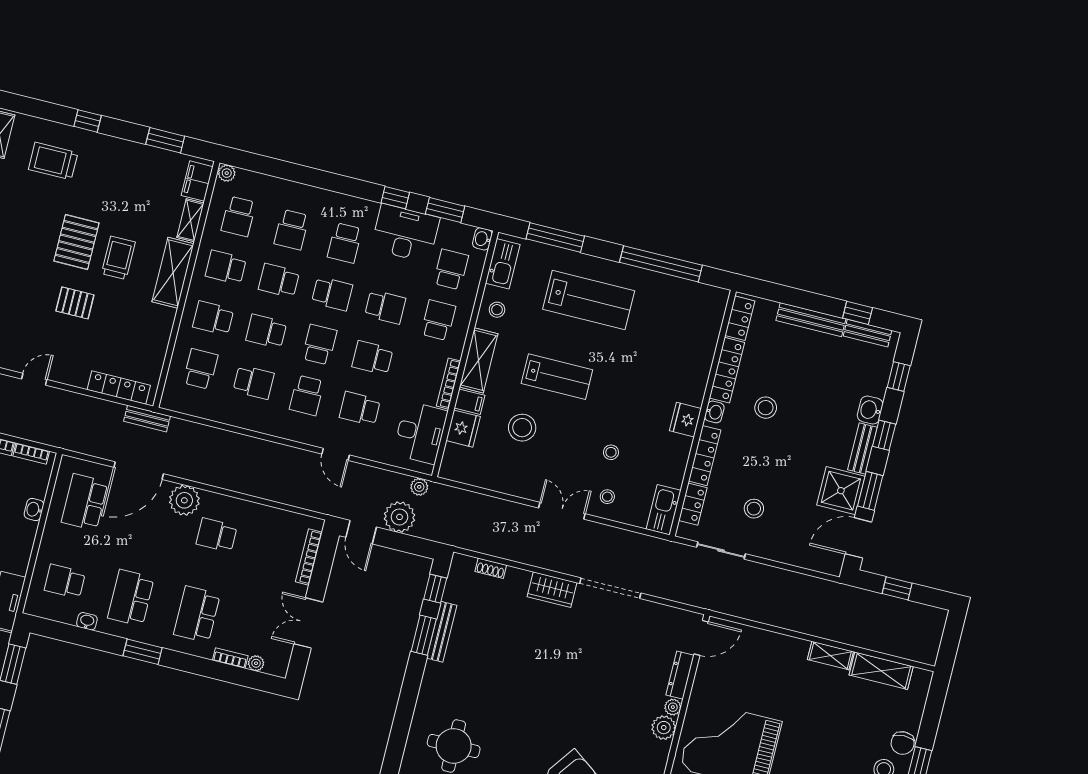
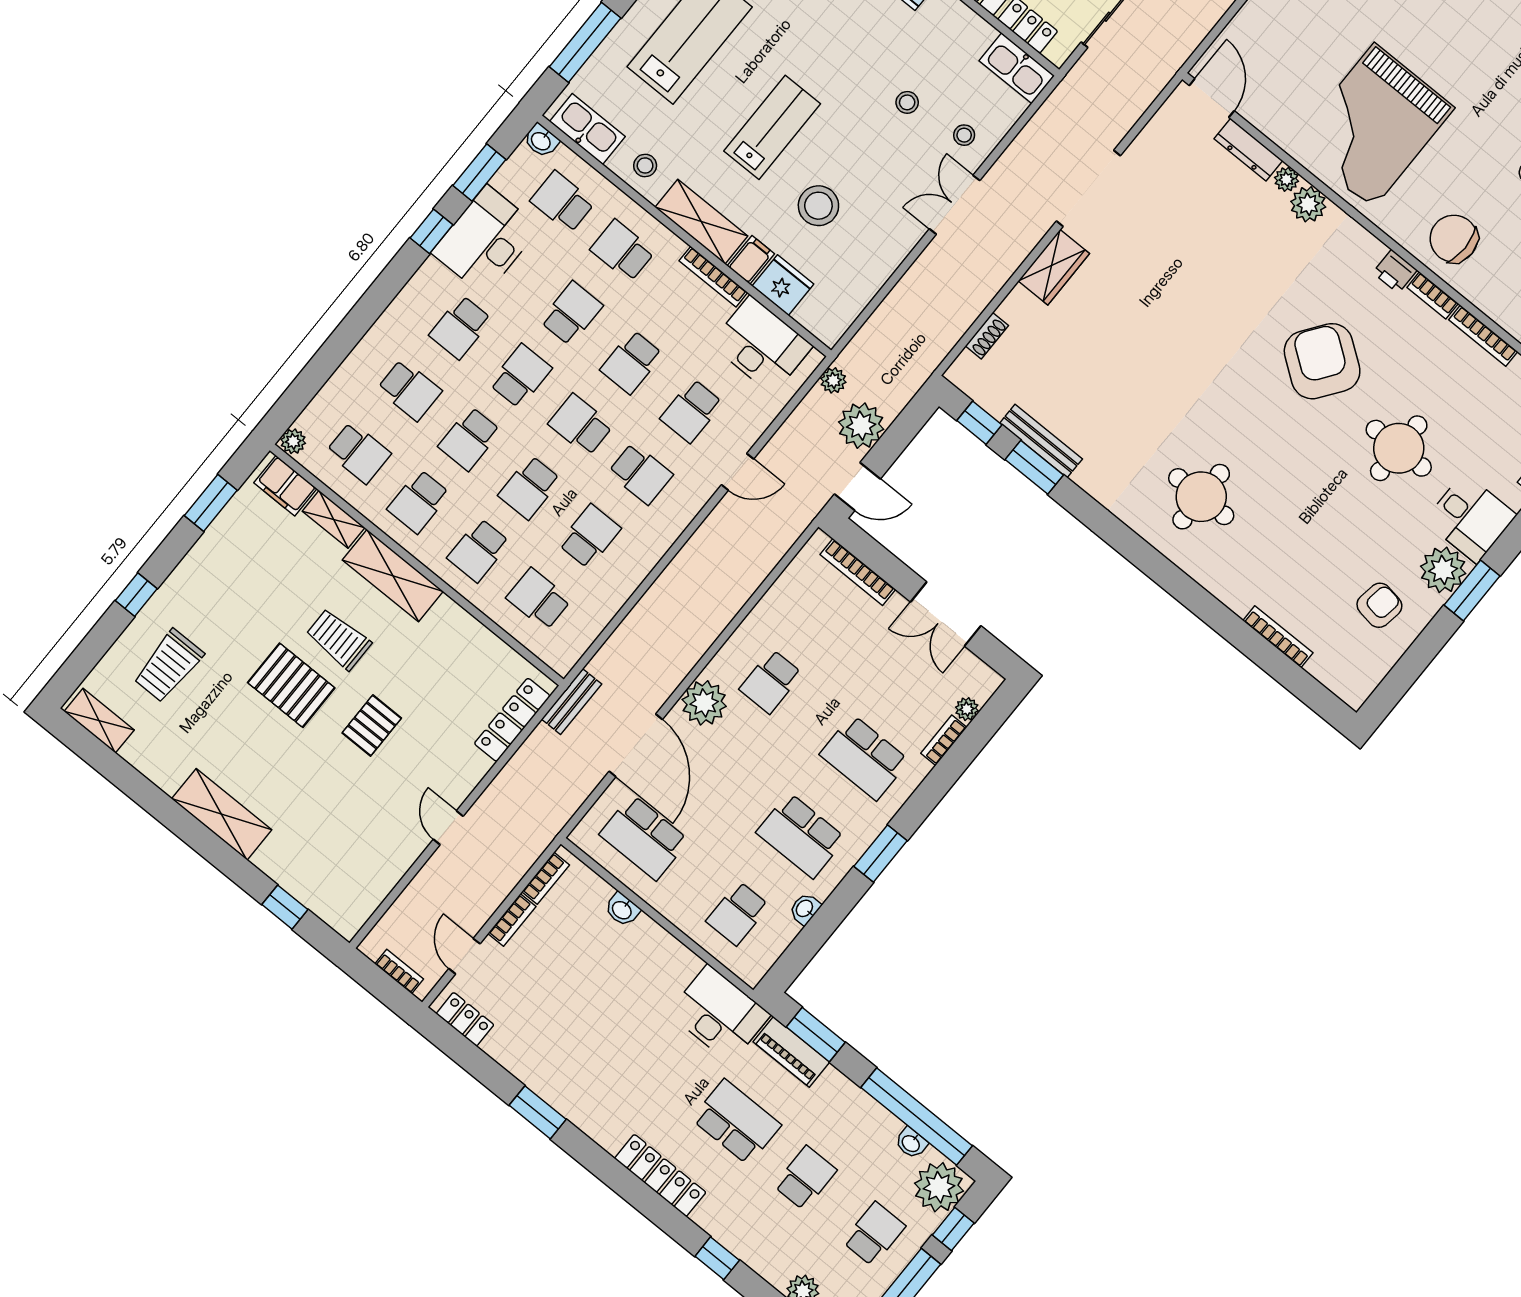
school desk: (345, 243) -> (460, 327), turned 90

